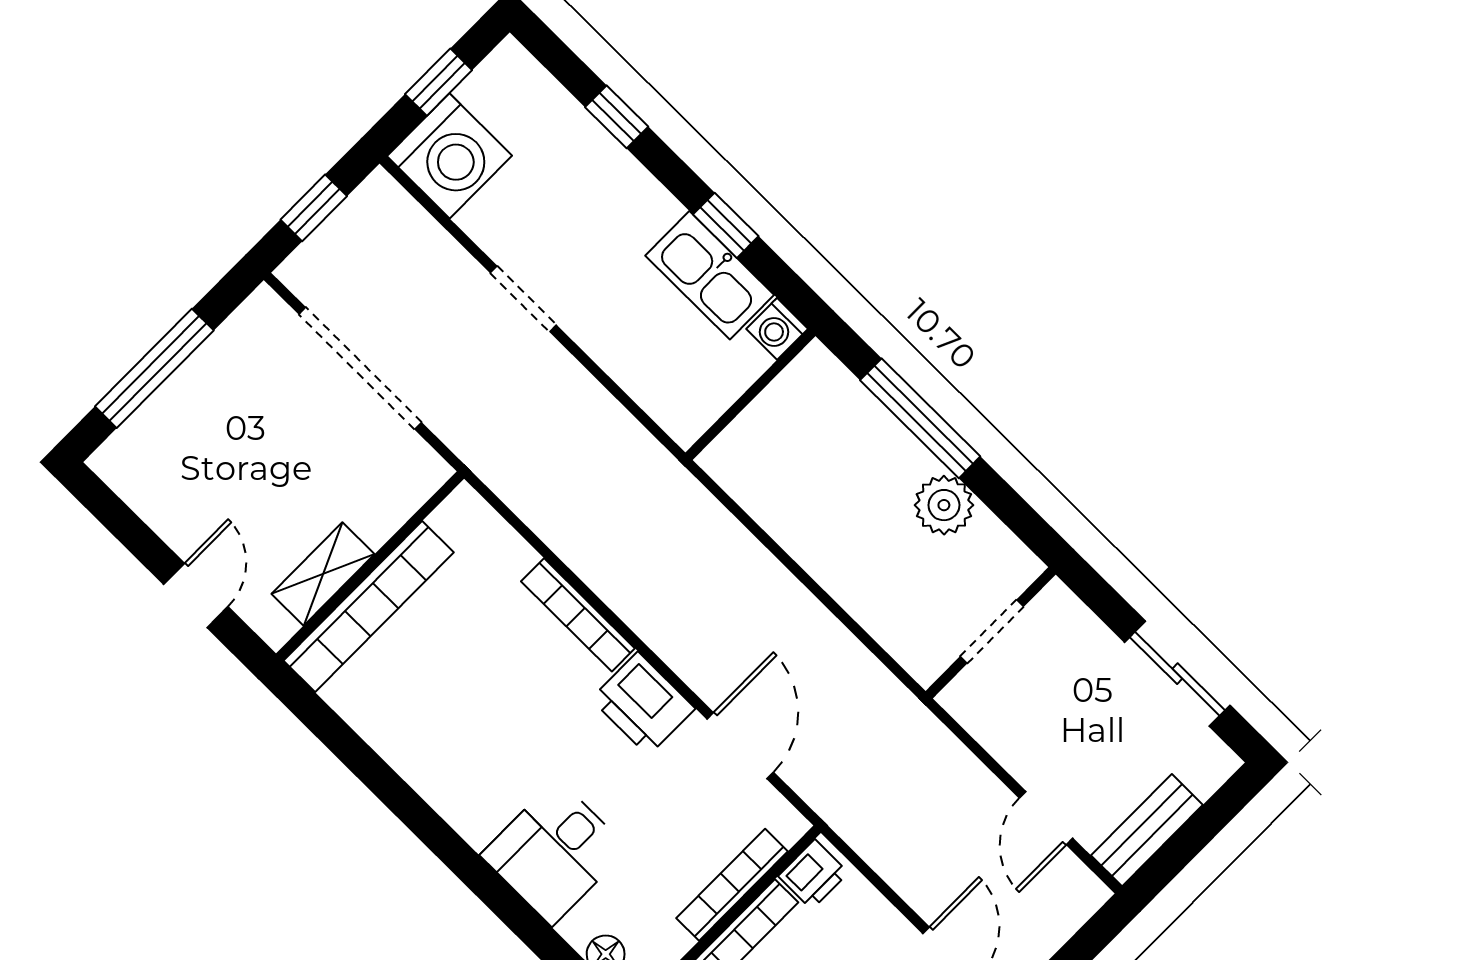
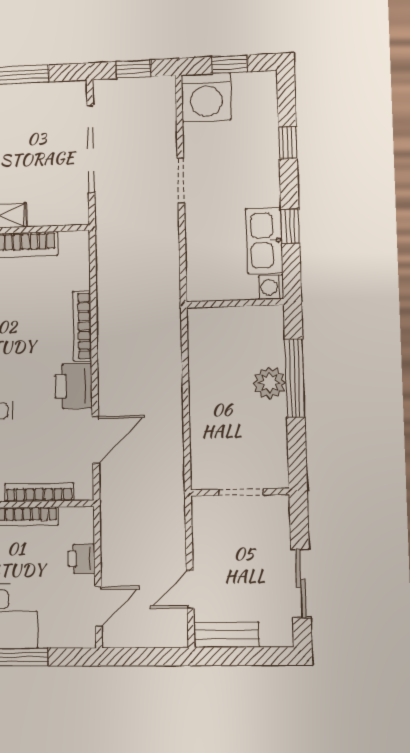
plant: (944, 505) -> (270, 383), moved
printer: (813, 874) -> (82, 559), moved, turned 90

